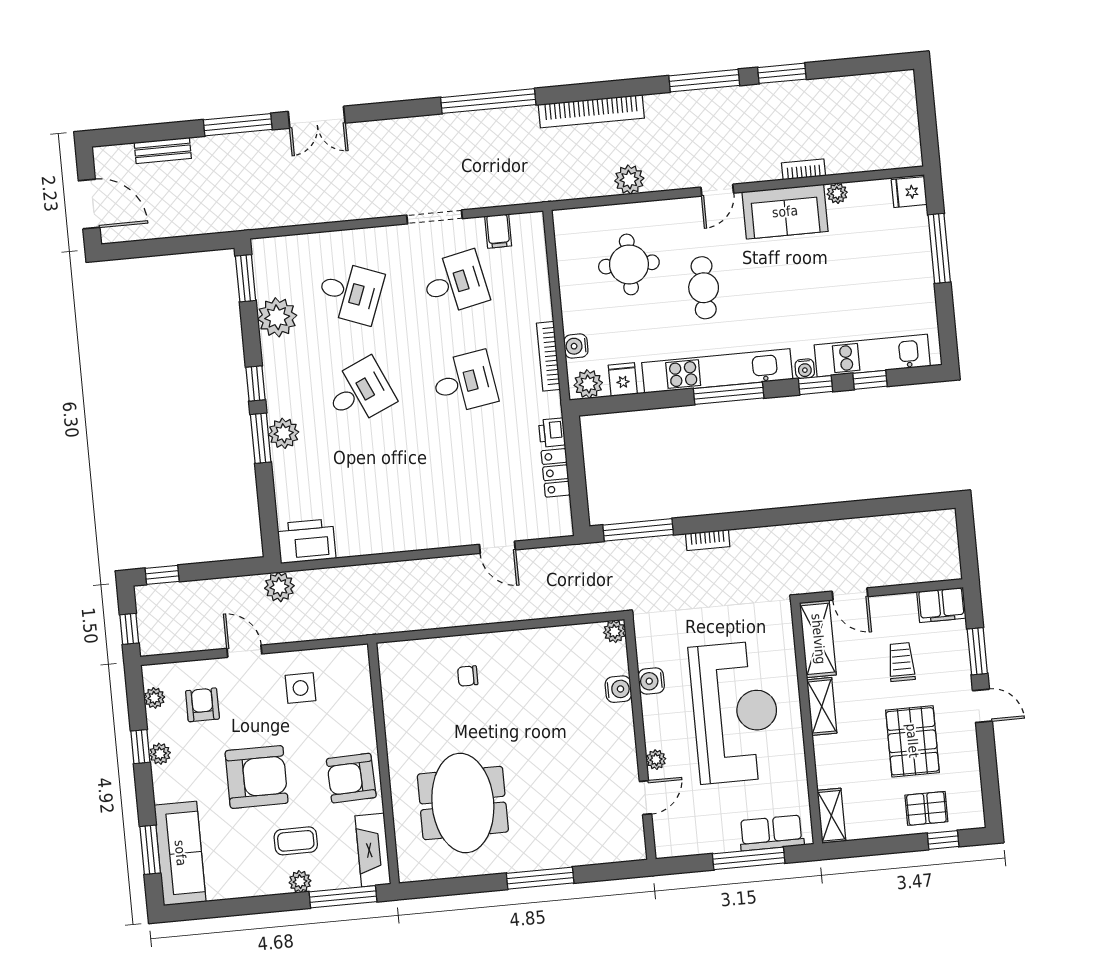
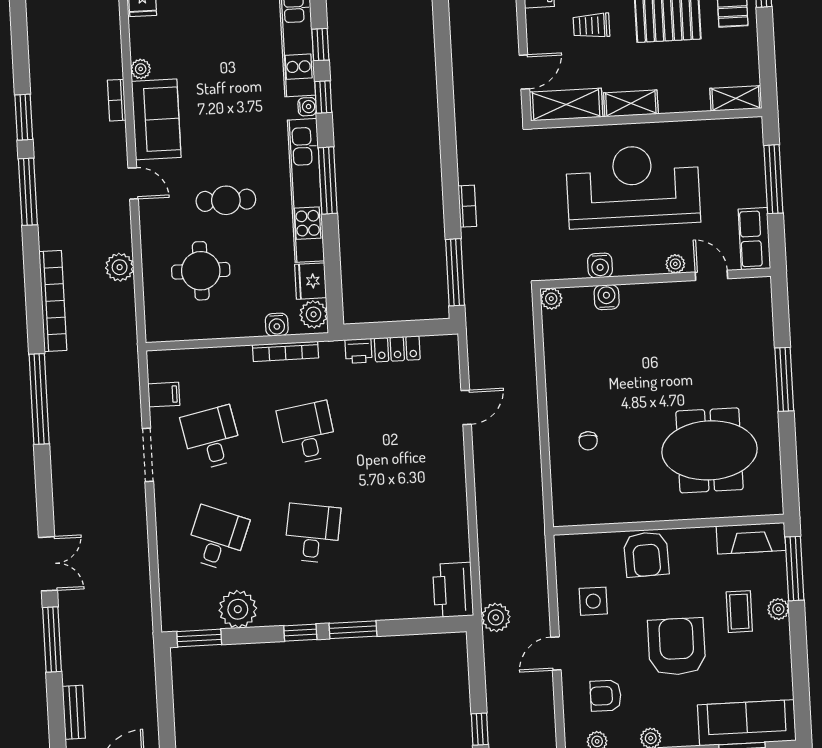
fridge: (623, 379) -> (311, 281), width x1.38
desk: (360, 392) -> (313, 533), turned 33
plant: (284, 433) -> (349, 608), removed
armchair: (351, 778) -> (646, 554), moved
row of seats: (771, 833) -> (754, 239), moved

